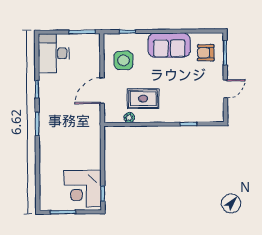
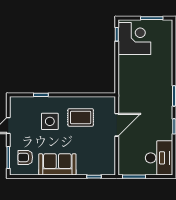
armchair: (206, 53) -> (25, 157), turned 180
side table: (124, 60) -> (50, 121), moved
plant: (129, 118) -> (93, 101), removed

